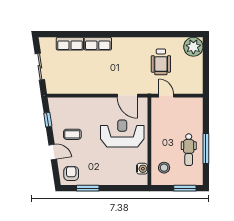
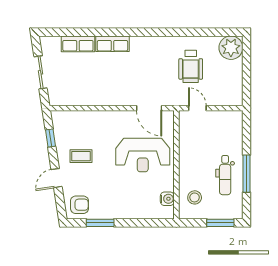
reception desk: (122, 133) -> (143, 155), turned 180
door: (53, 152) -> (57, 178), swing flipped
armchair: (71, 173) -> (79, 205), turned 90

